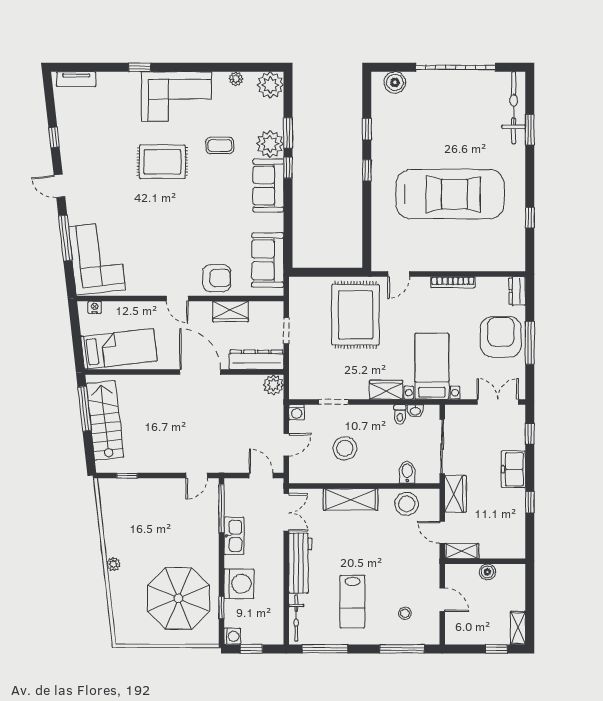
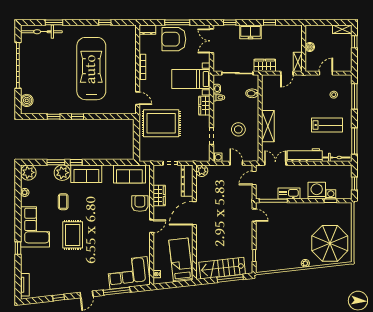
window: (85, 409) -> (230, 278), moved
stool: (407, 504) -> (270, 94), removed
parasol: (178, 598) -> (330, 243), moved
washing machine: (232, 636) -> (331, 194), moved

